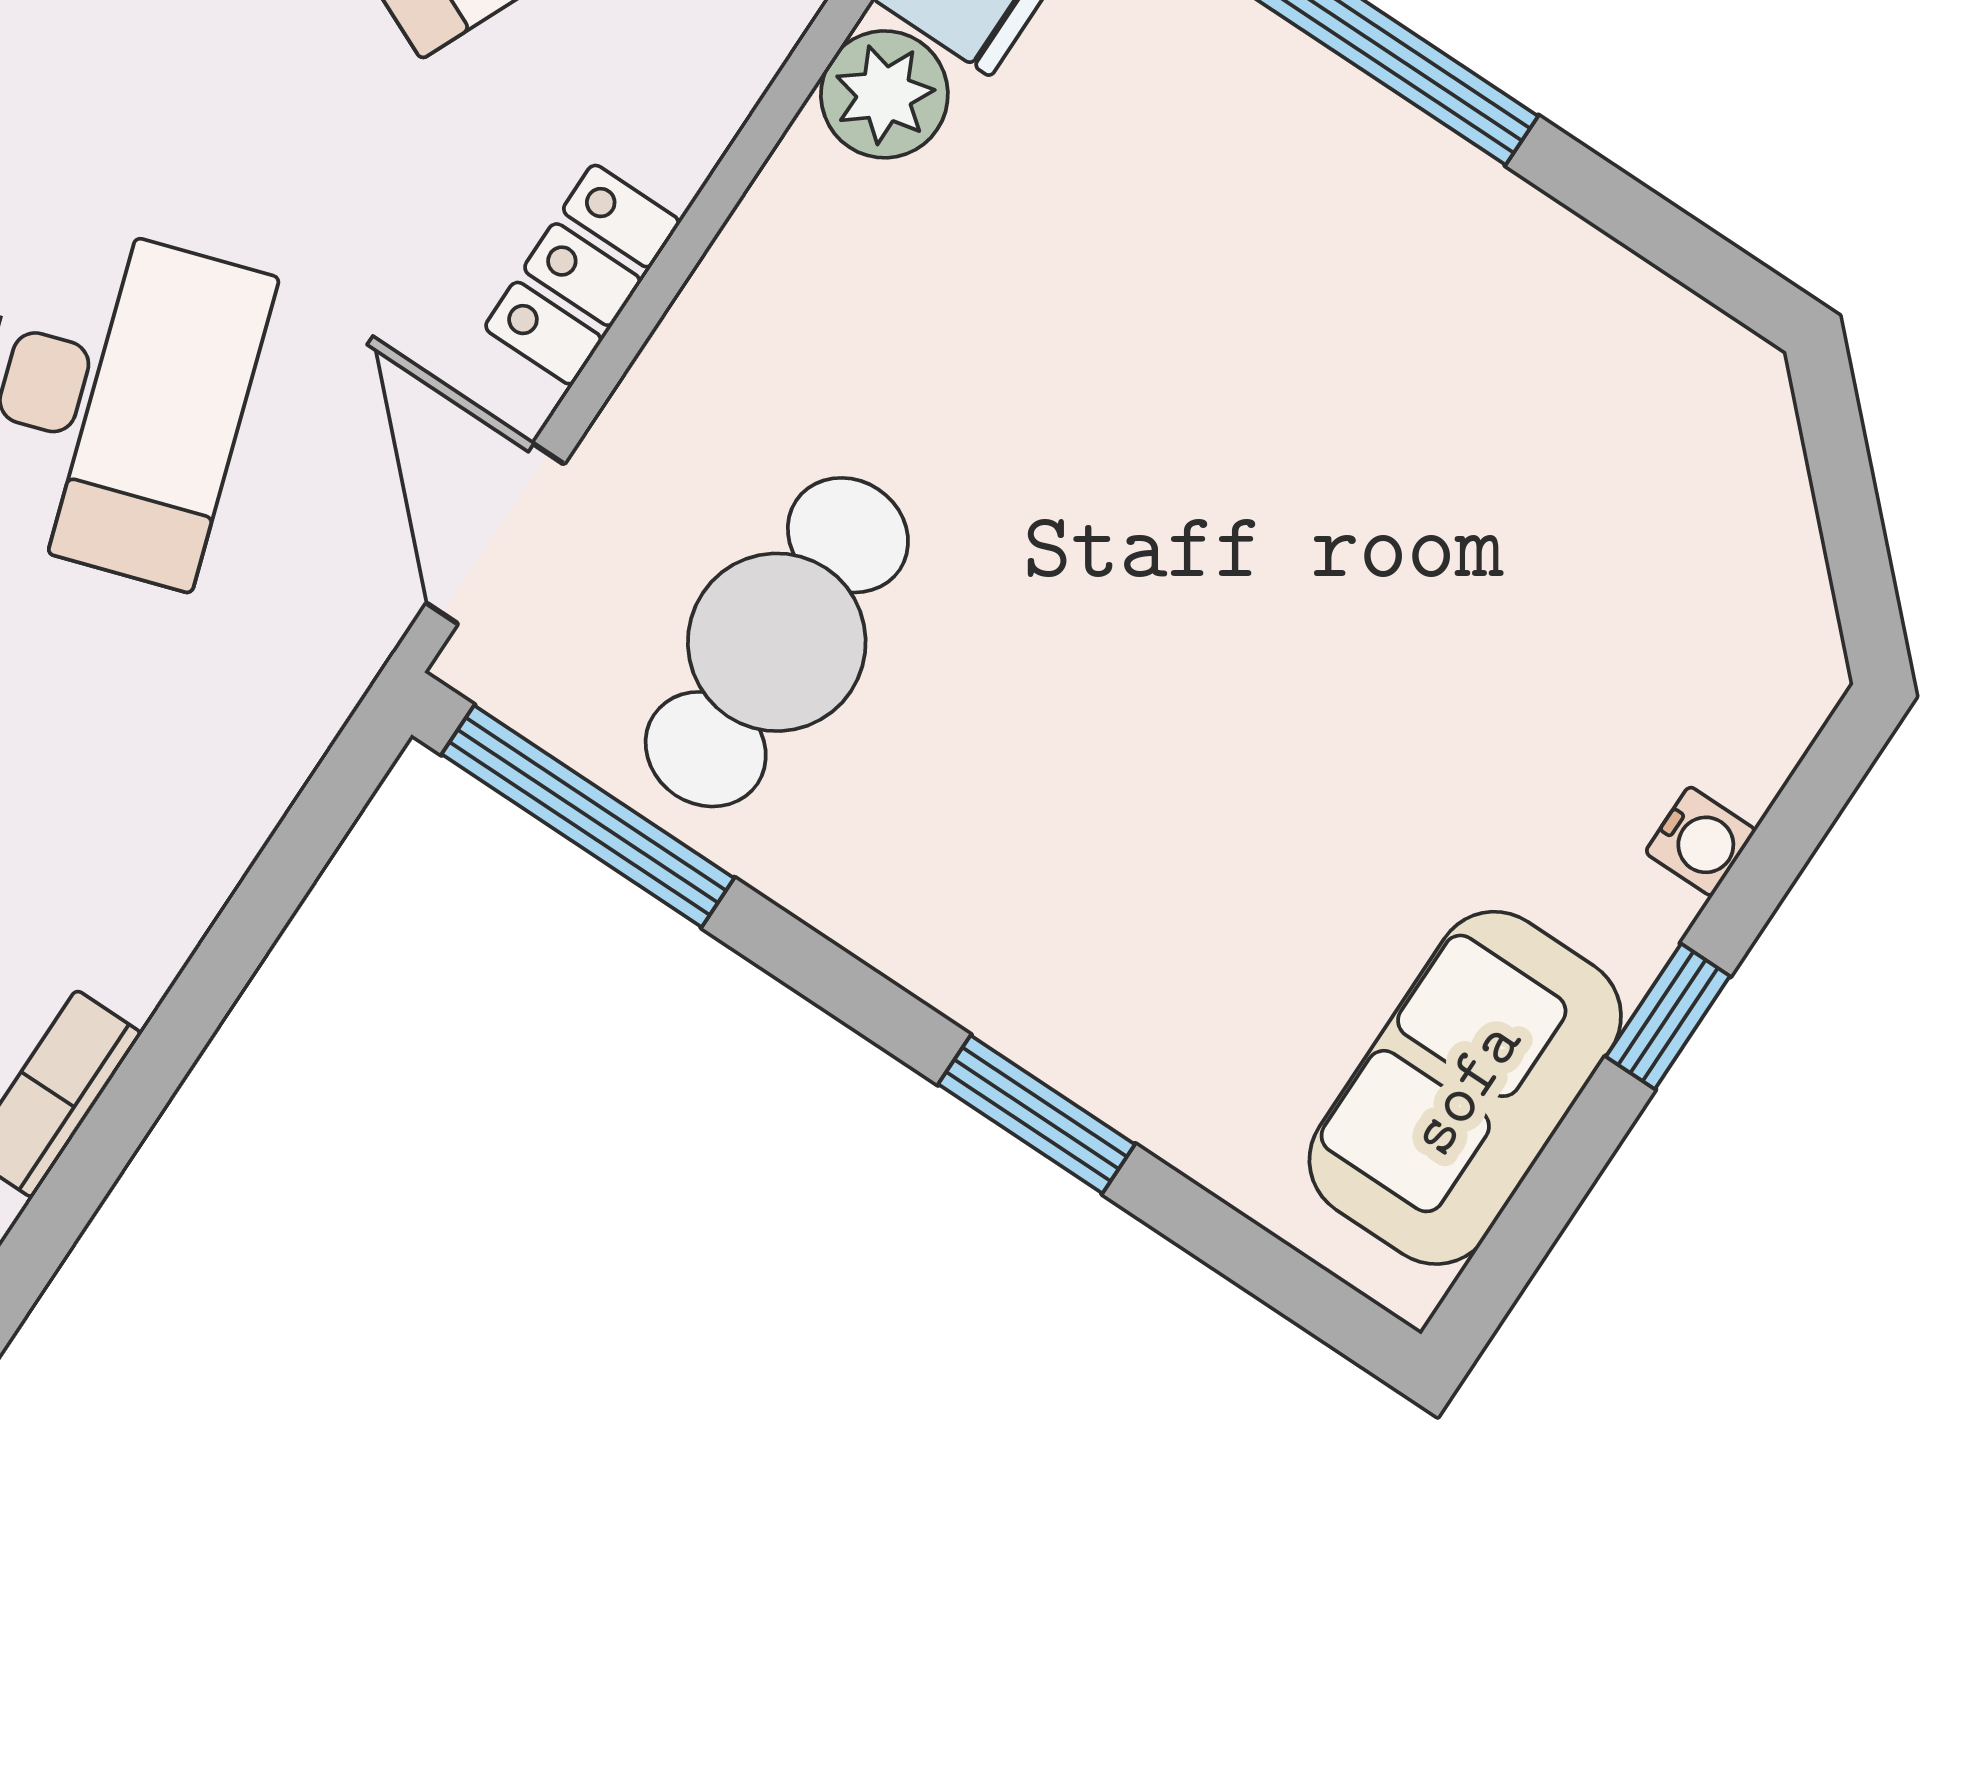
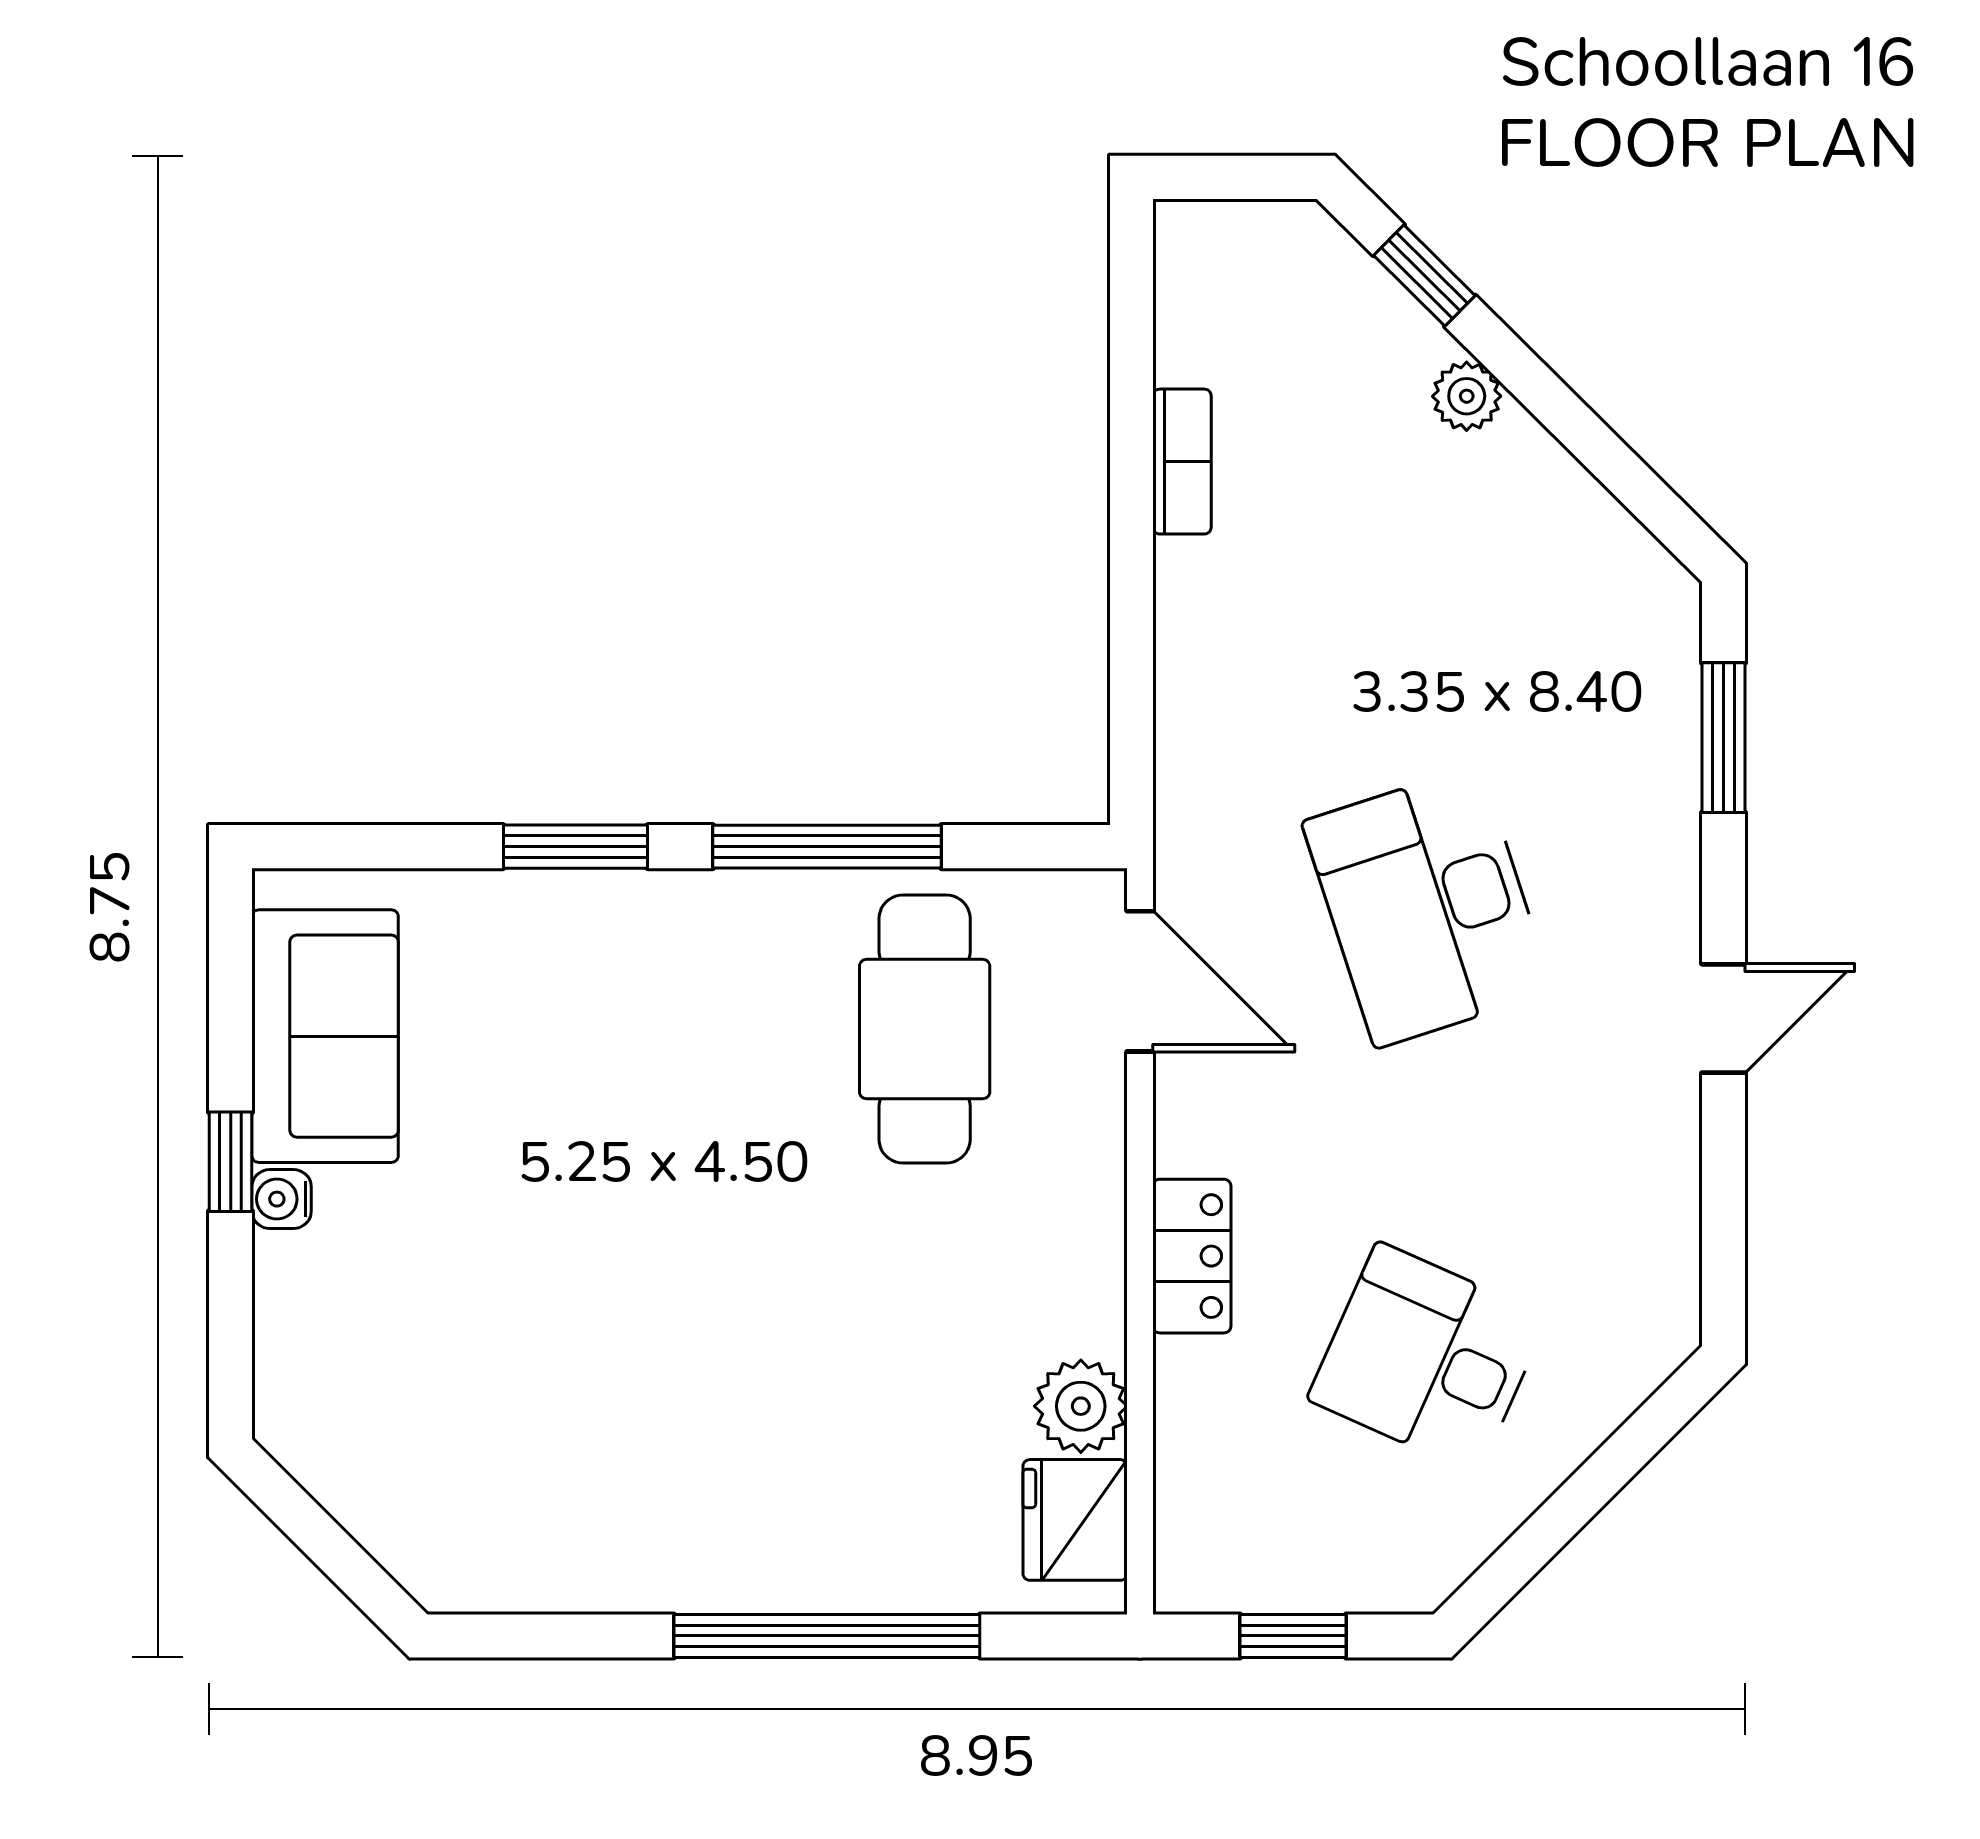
locker: (582, 275) -> (1192, 1256), moved
window: (588, 816) -> (827, 847), moved
water cooler: (1700, 841) -> (282, 1199), moved

